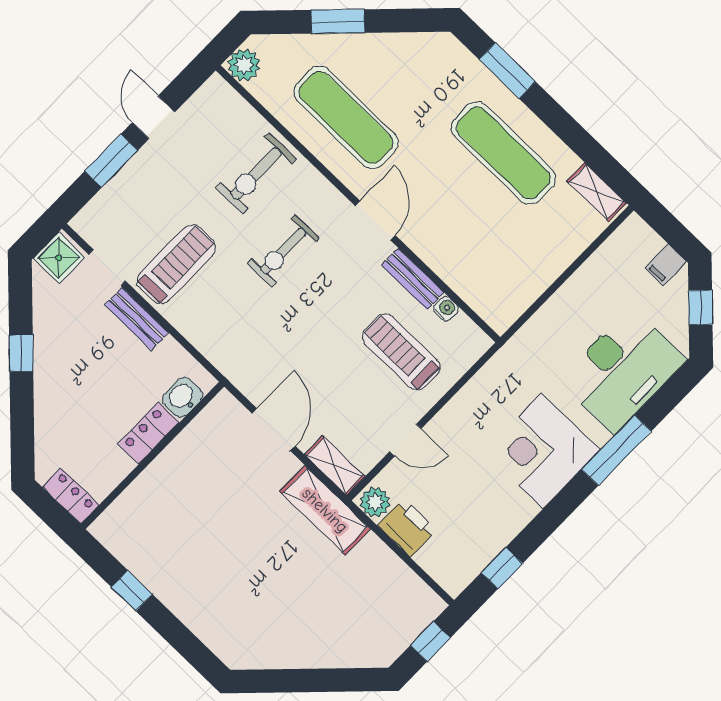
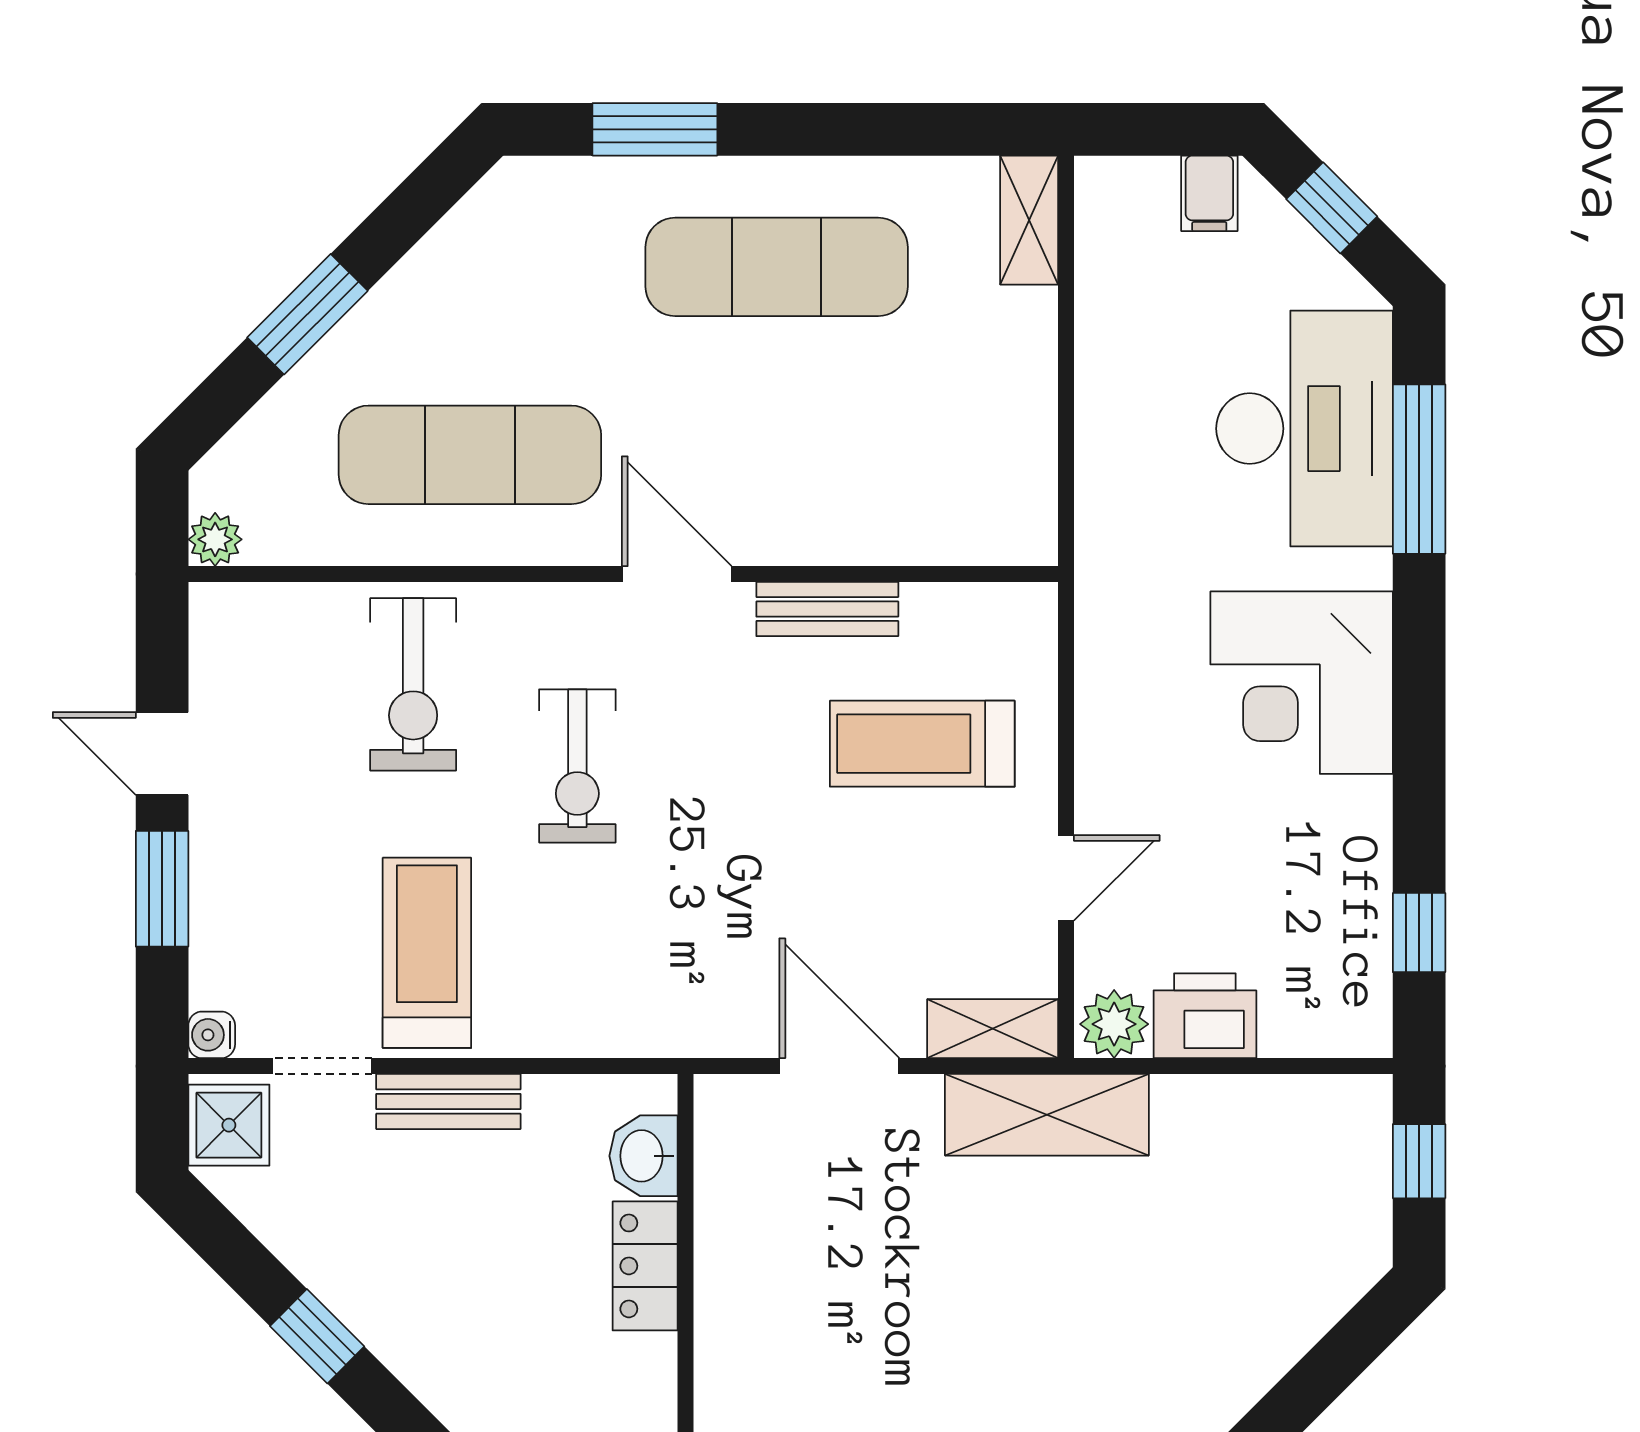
plant: (244, 65) -> (215, 539), width x0.73, depth x0.73
shelving: (597, 192) -> (1029, 220), moved, turned 90
water cooler: (446, 309) -> (212, 1035), moved, turned -90
window: (616, 450) -> (1419, 469), moved

